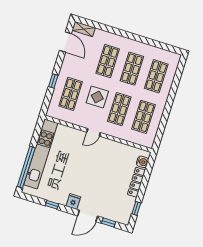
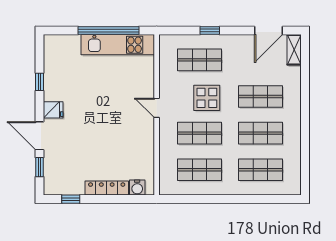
kitchen unit: (41, 154) -> (118, 45), width x0.73
window: (26, 167) -> (109, 30), moved

